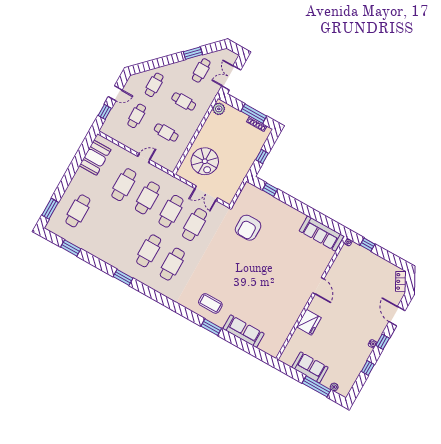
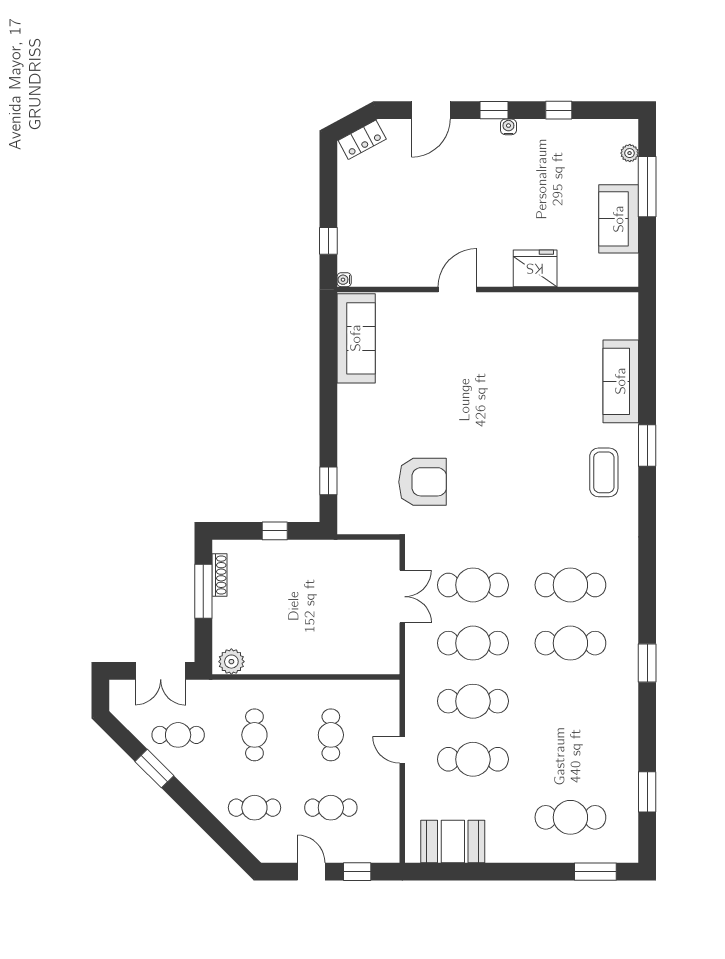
spiral stairs: (205, 161) -> (344, 633), removed

